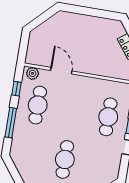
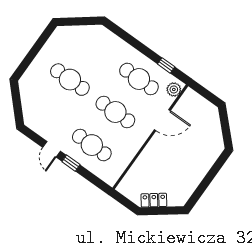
cafe table: (73, 111) -> (115, 112), added
window: (11, 123) -> (134, 43), removed

